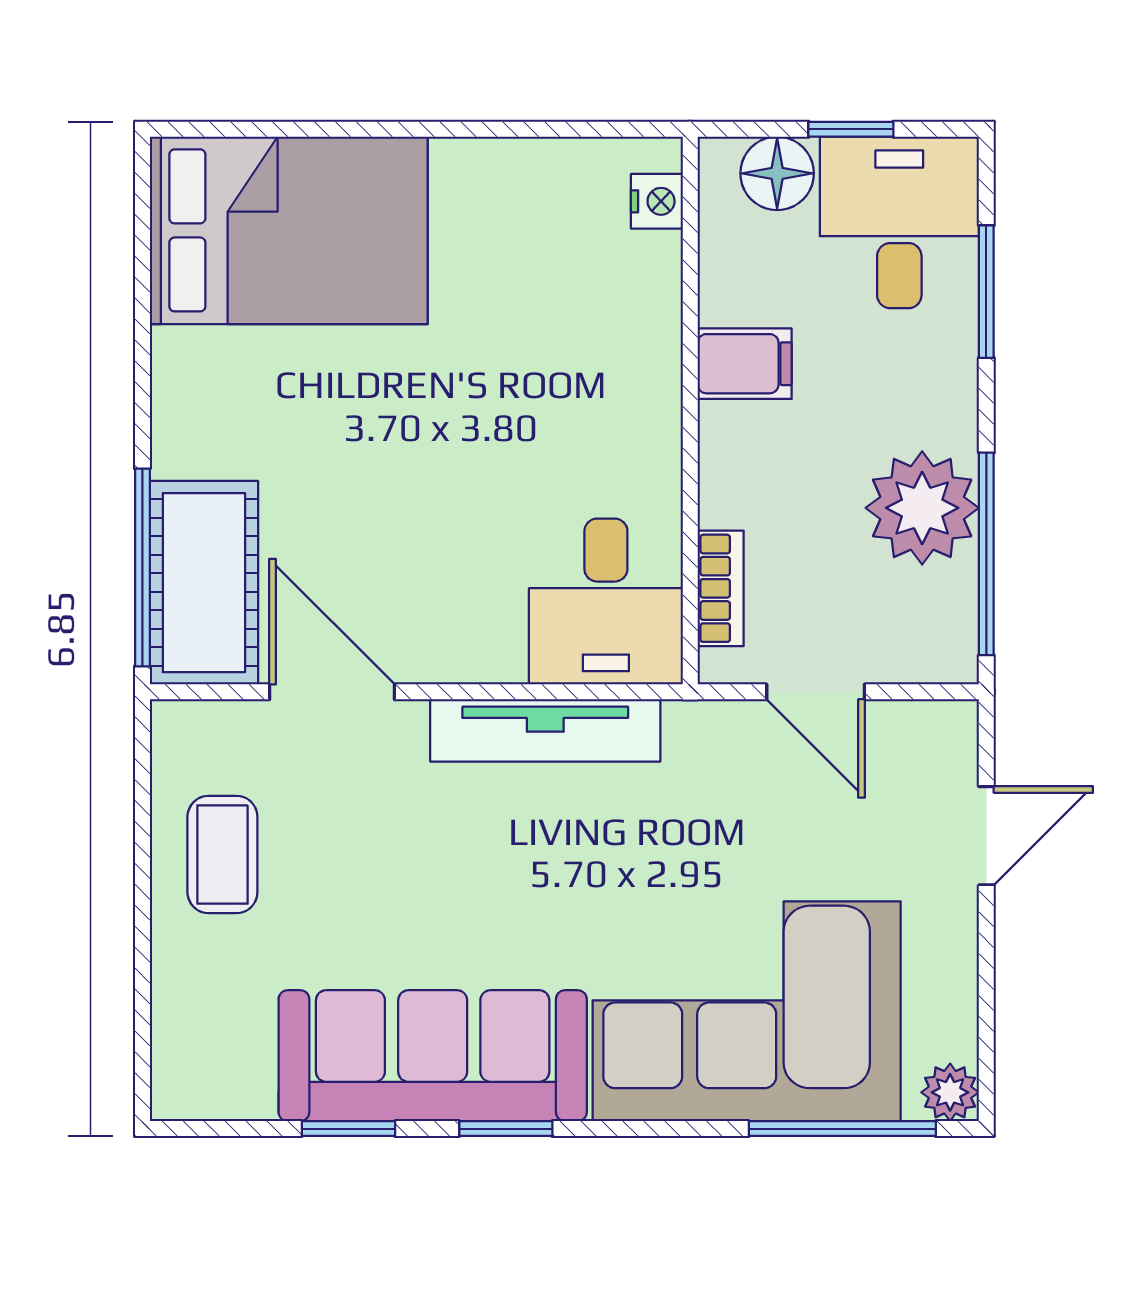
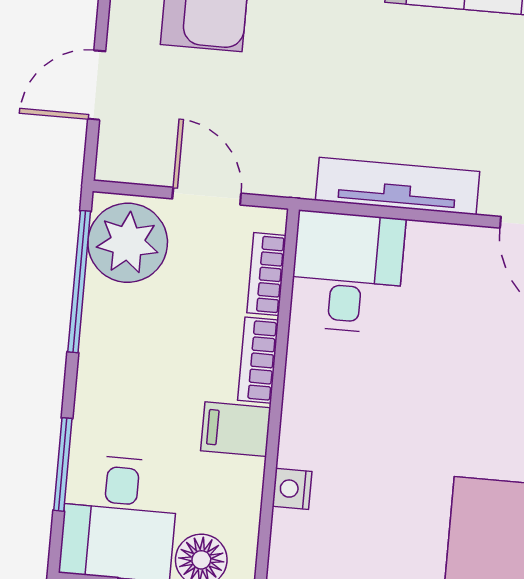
nightstand: (657, 201) -> (292, 489), moved
bookcase: (722, 465) -> (258, 360), added
plant: (922, 508) -> (128, 243), moved

